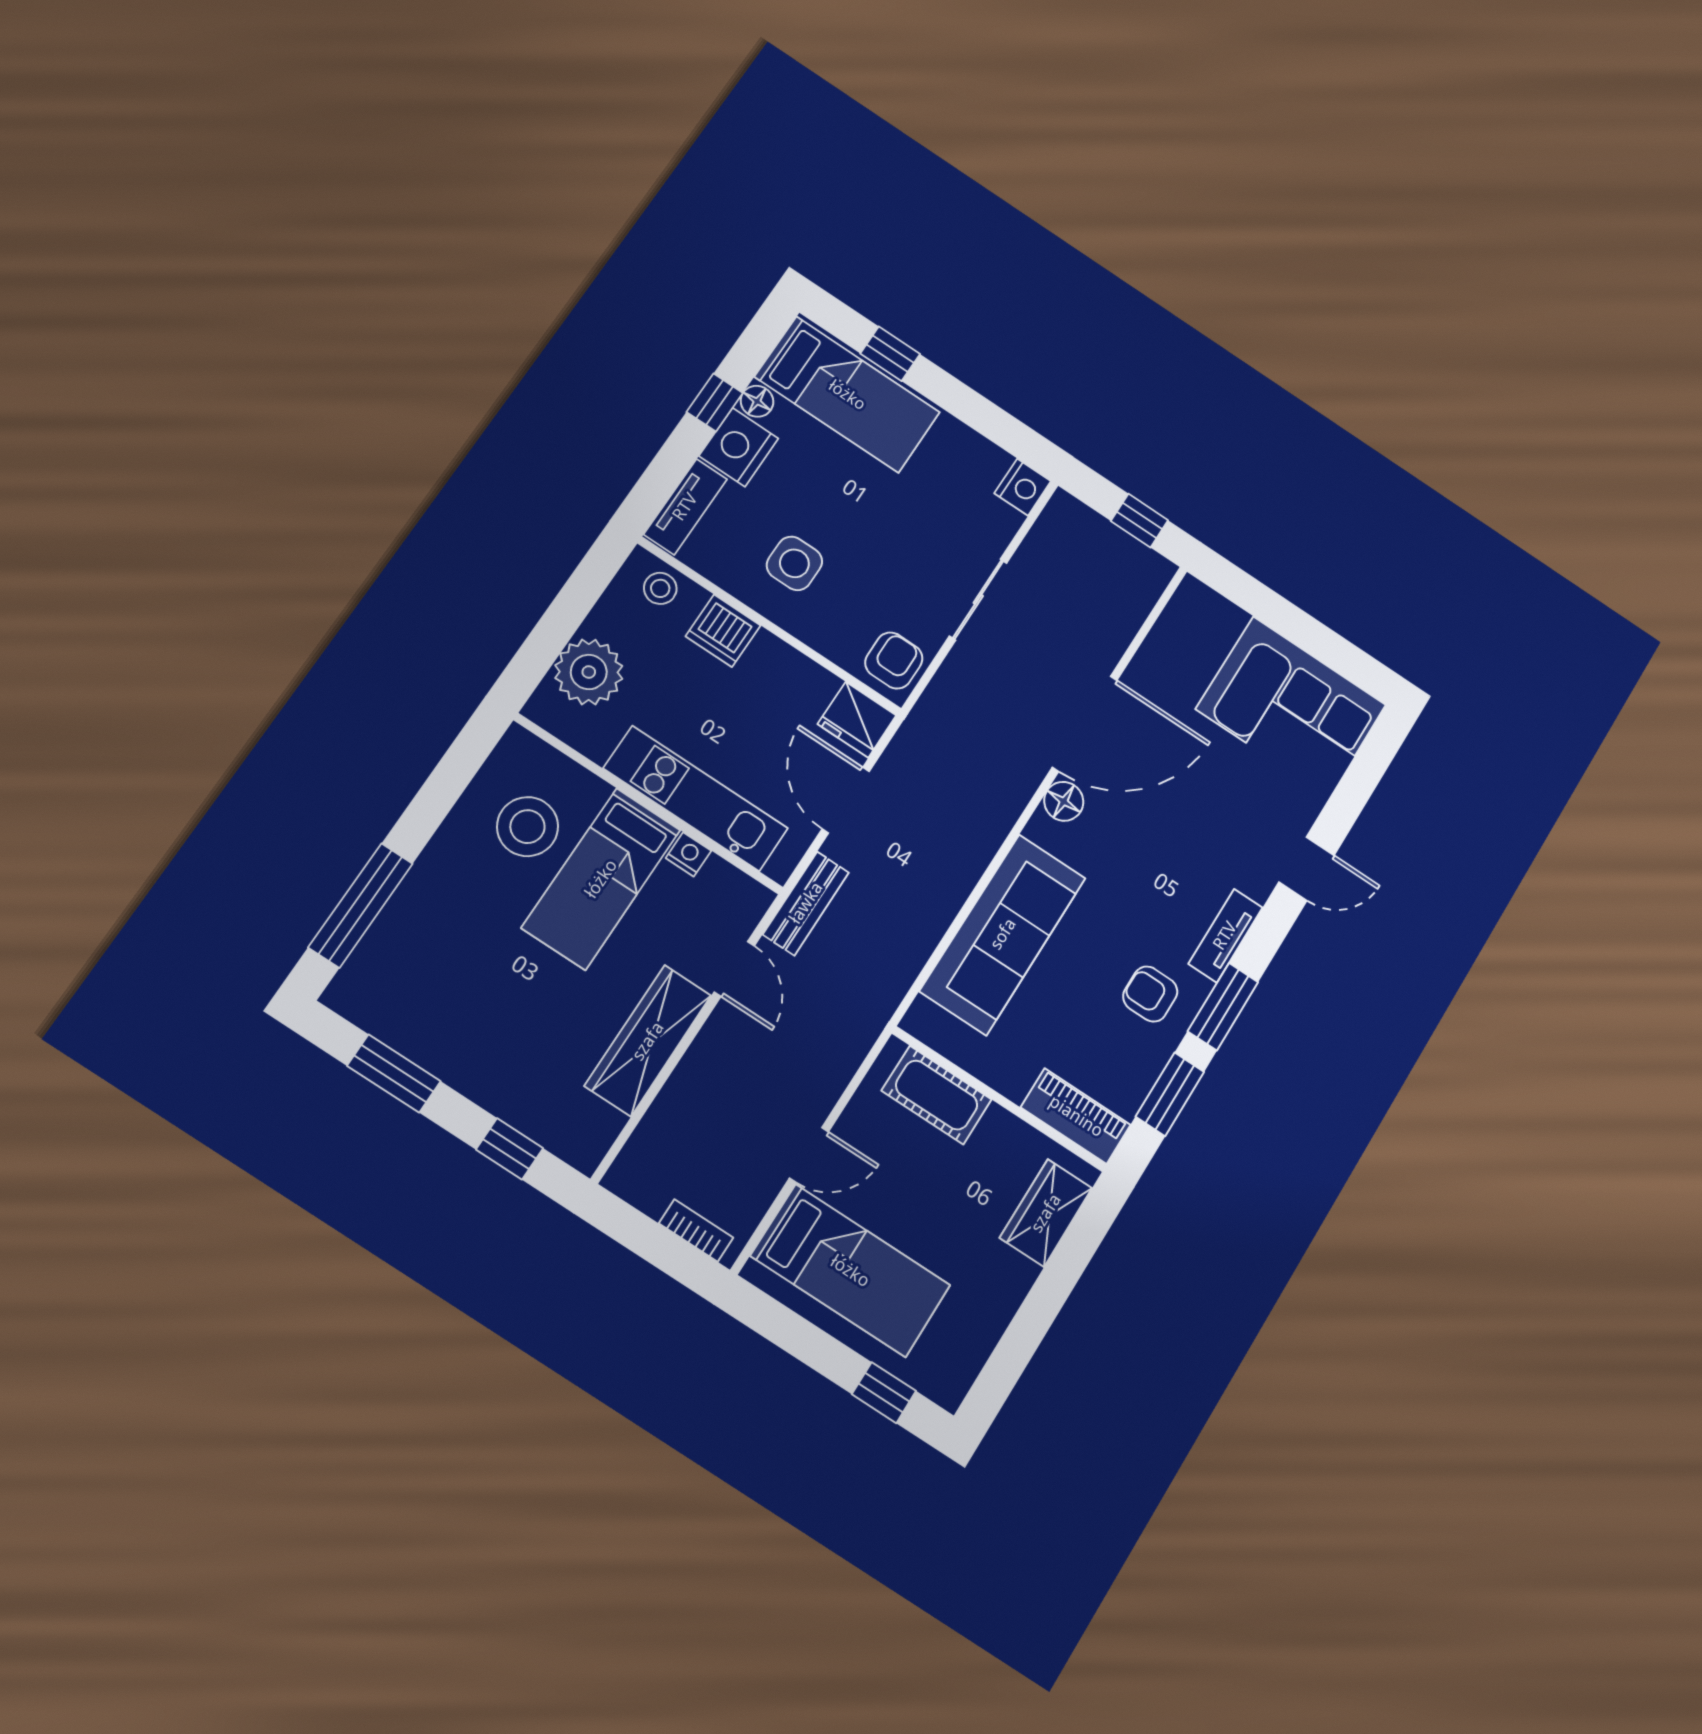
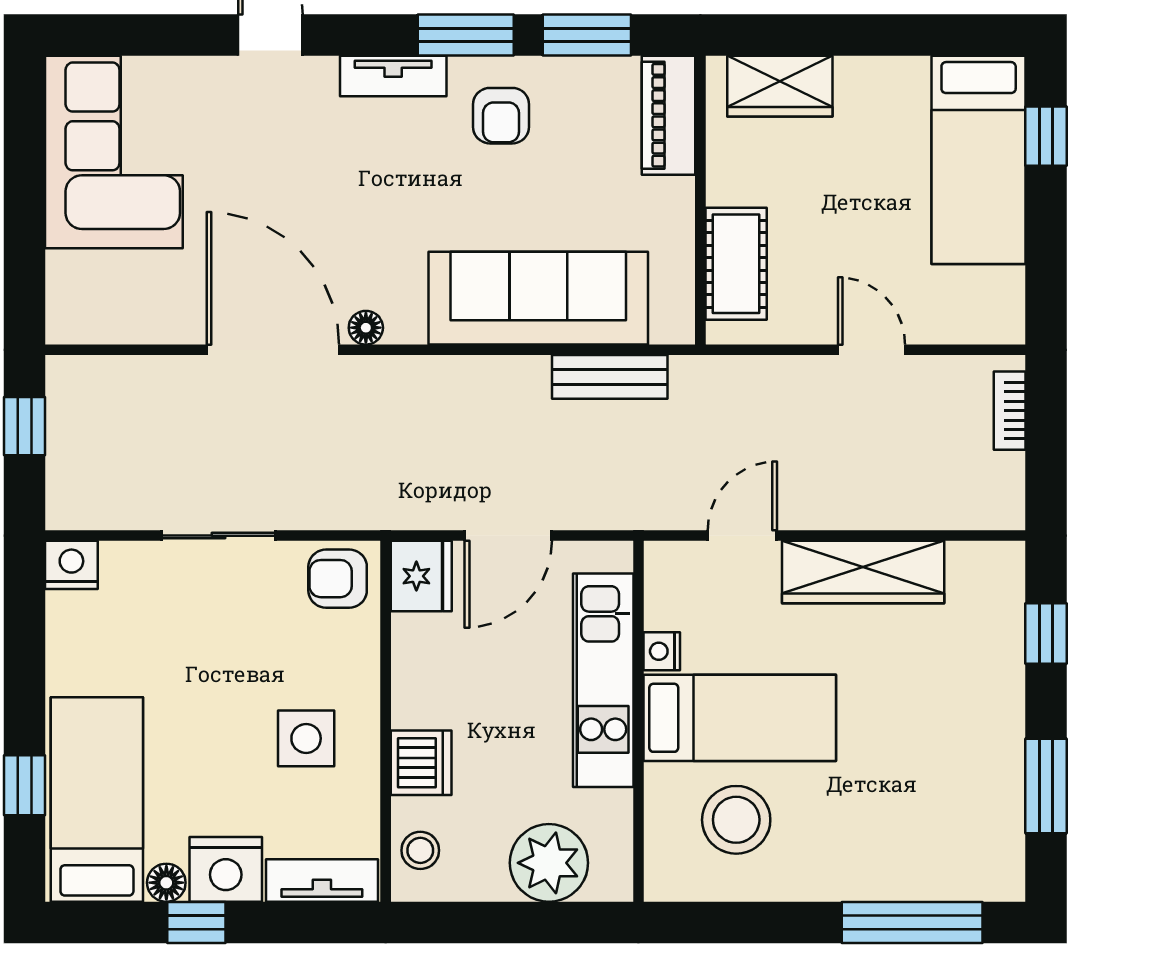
floor lamp: (1064, 801) -> (366, 328), width x0.73, depth x0.73
bench: (806, 903) -> (610, 377), moved
bed: (850, 1271) -> (979, 160), moved, turned 180

